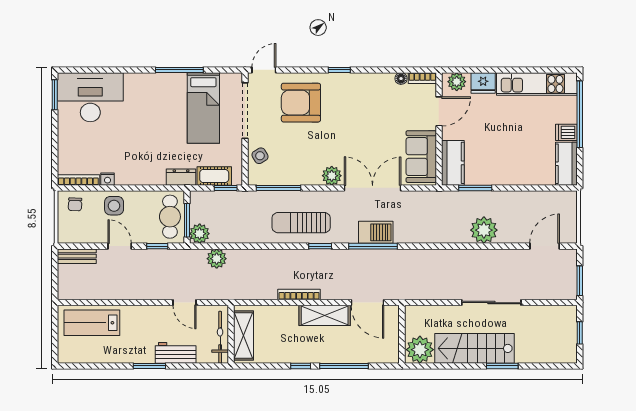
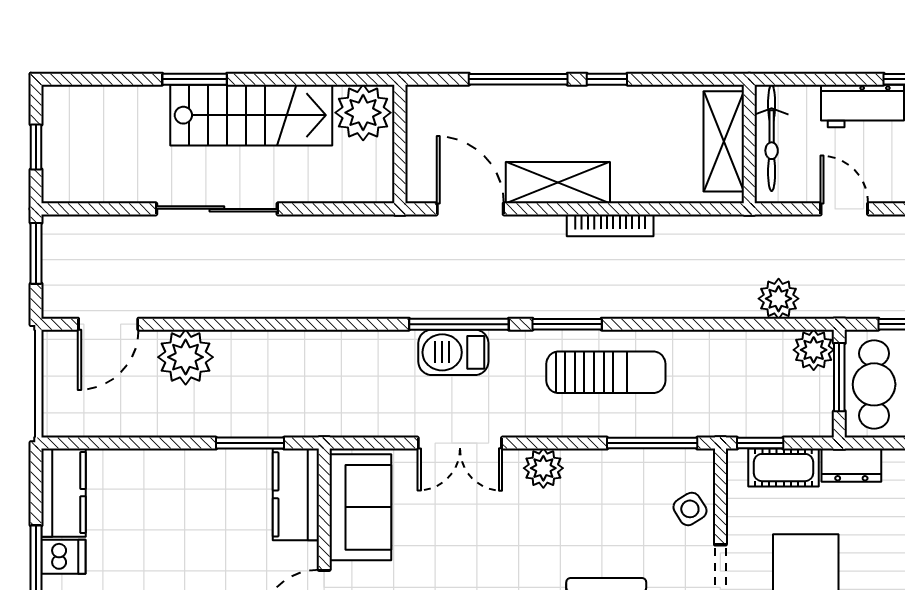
double door: (373, 188) -> (460, 443), width x0.73
plant: (484, 230) -> (186, 357), moved
window: (320, 246) -> (567, 324), width x1.50

